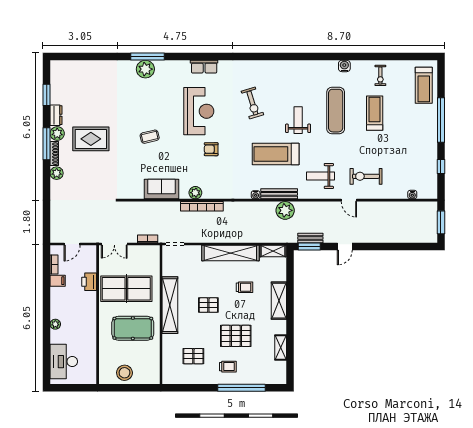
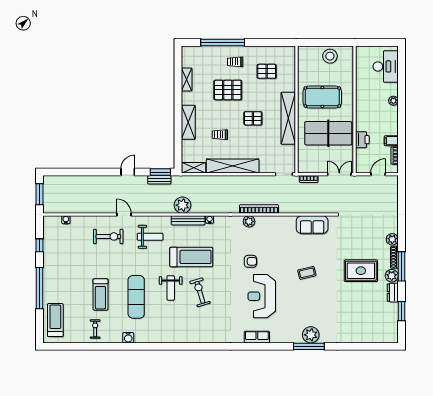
exercise bike: (252, 103) -> (200, 292), moved
sofa: (162, 189) -> (312, 225), moved
plant: (195, 193) -> (249, 221), moved

